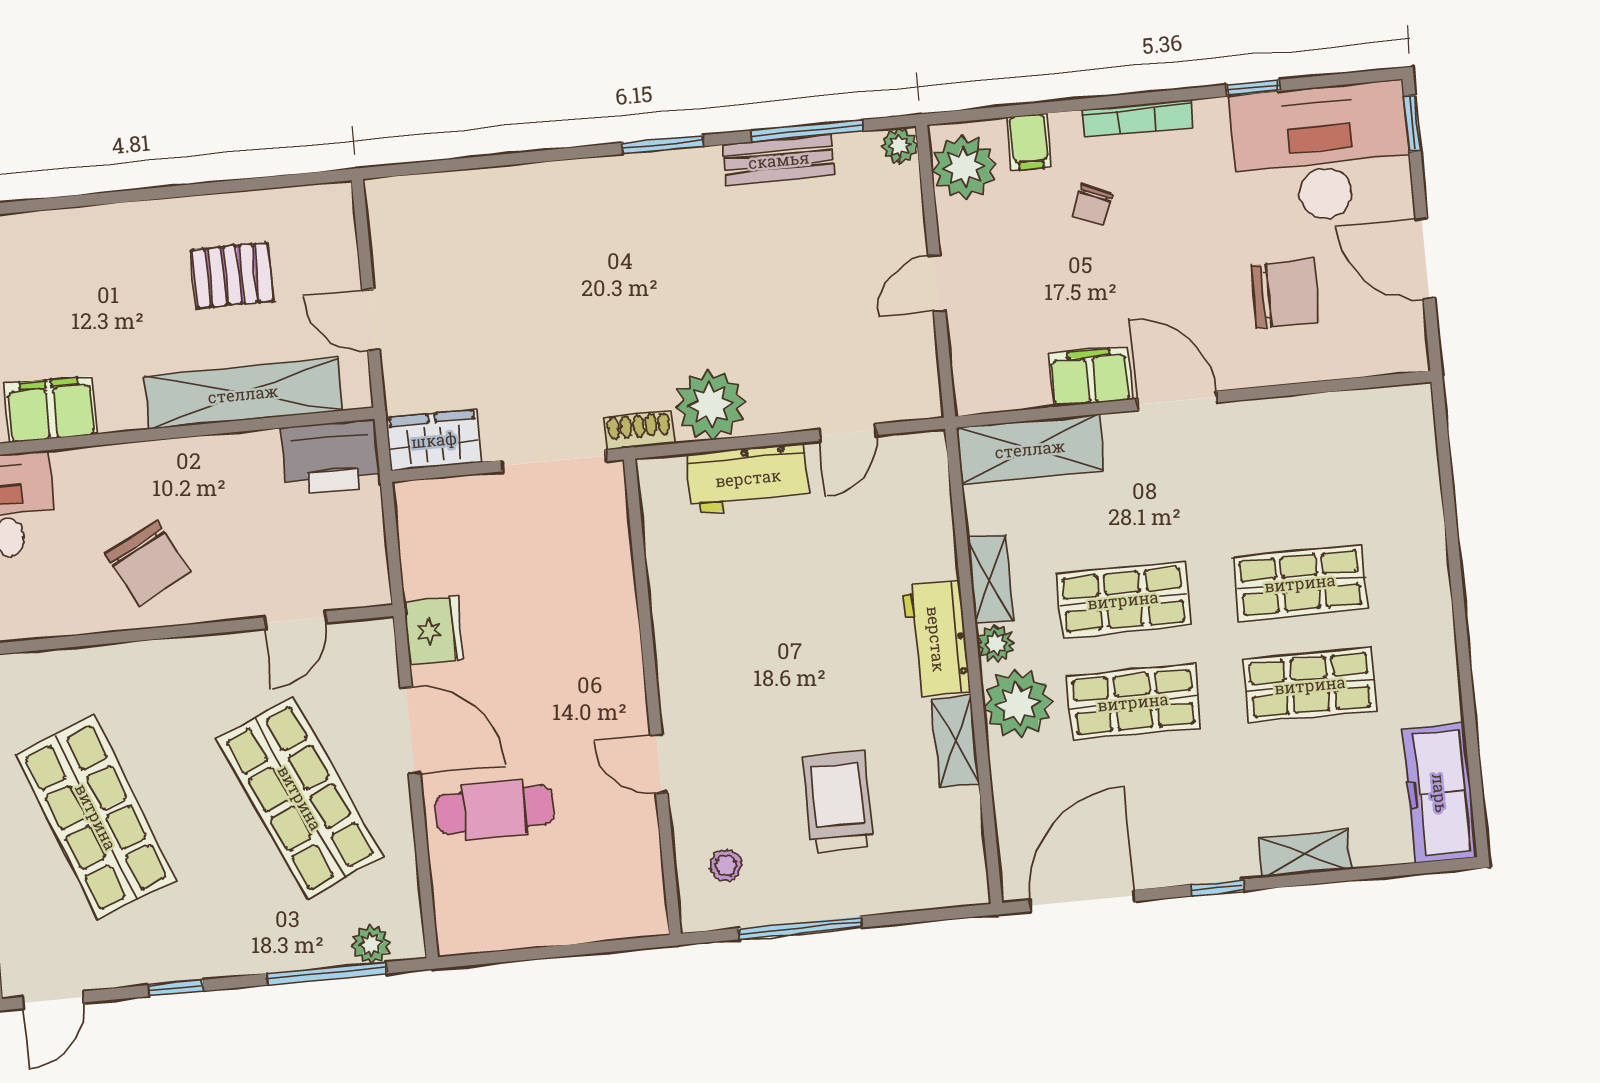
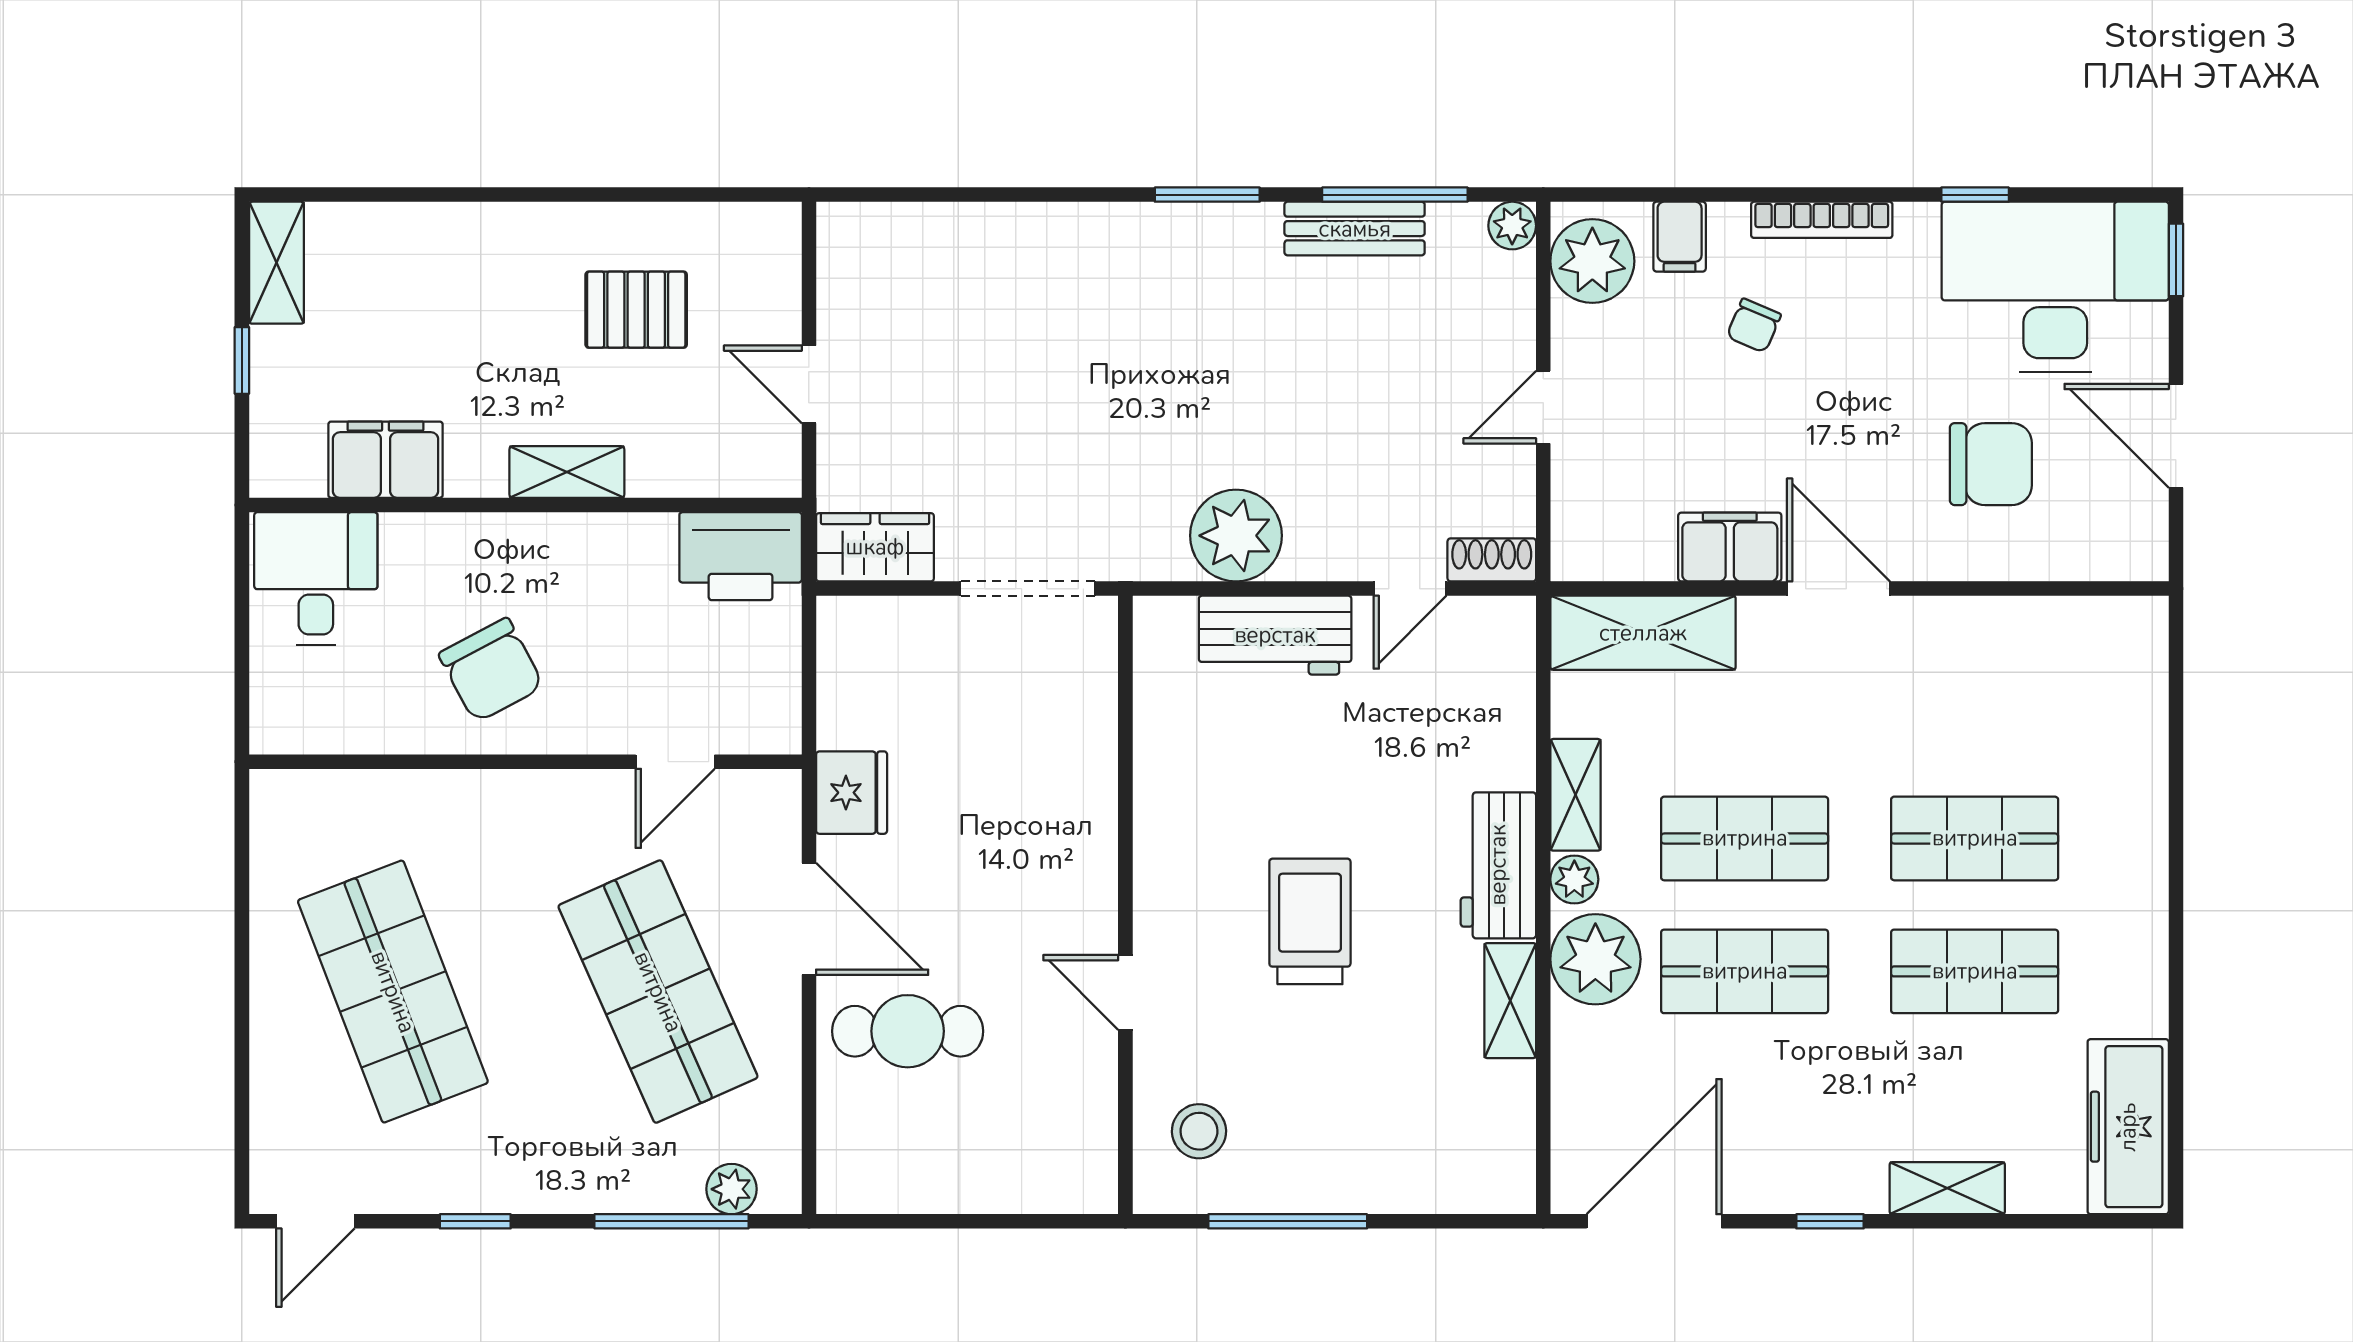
shelving: (243, 394) -> (567, 472), width x0.45, depth x0.75
shoe rack: (639, 430) -> (1492, 560), moved
trolley: (838, 802) -> (1310, 921), moved
stool: (726, 865) -> (1199, 1131), width x1.37, depth x1.37

